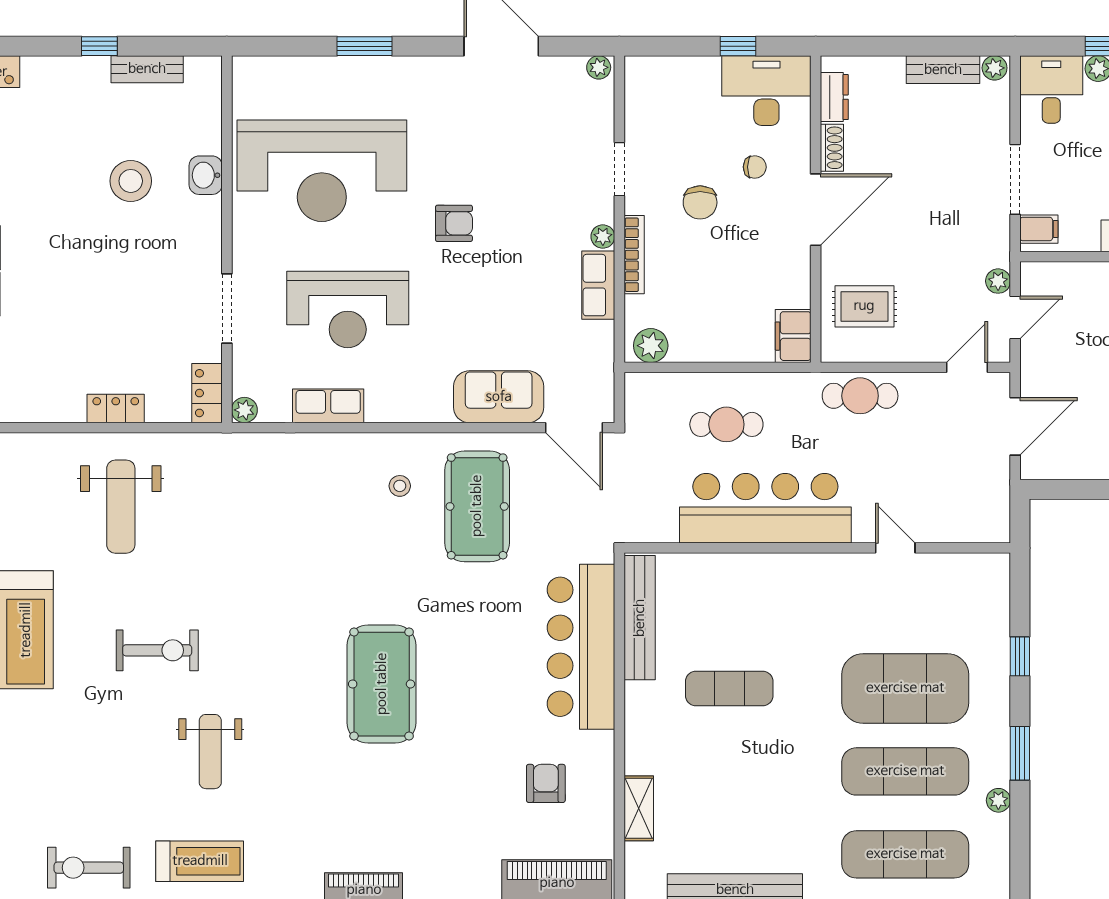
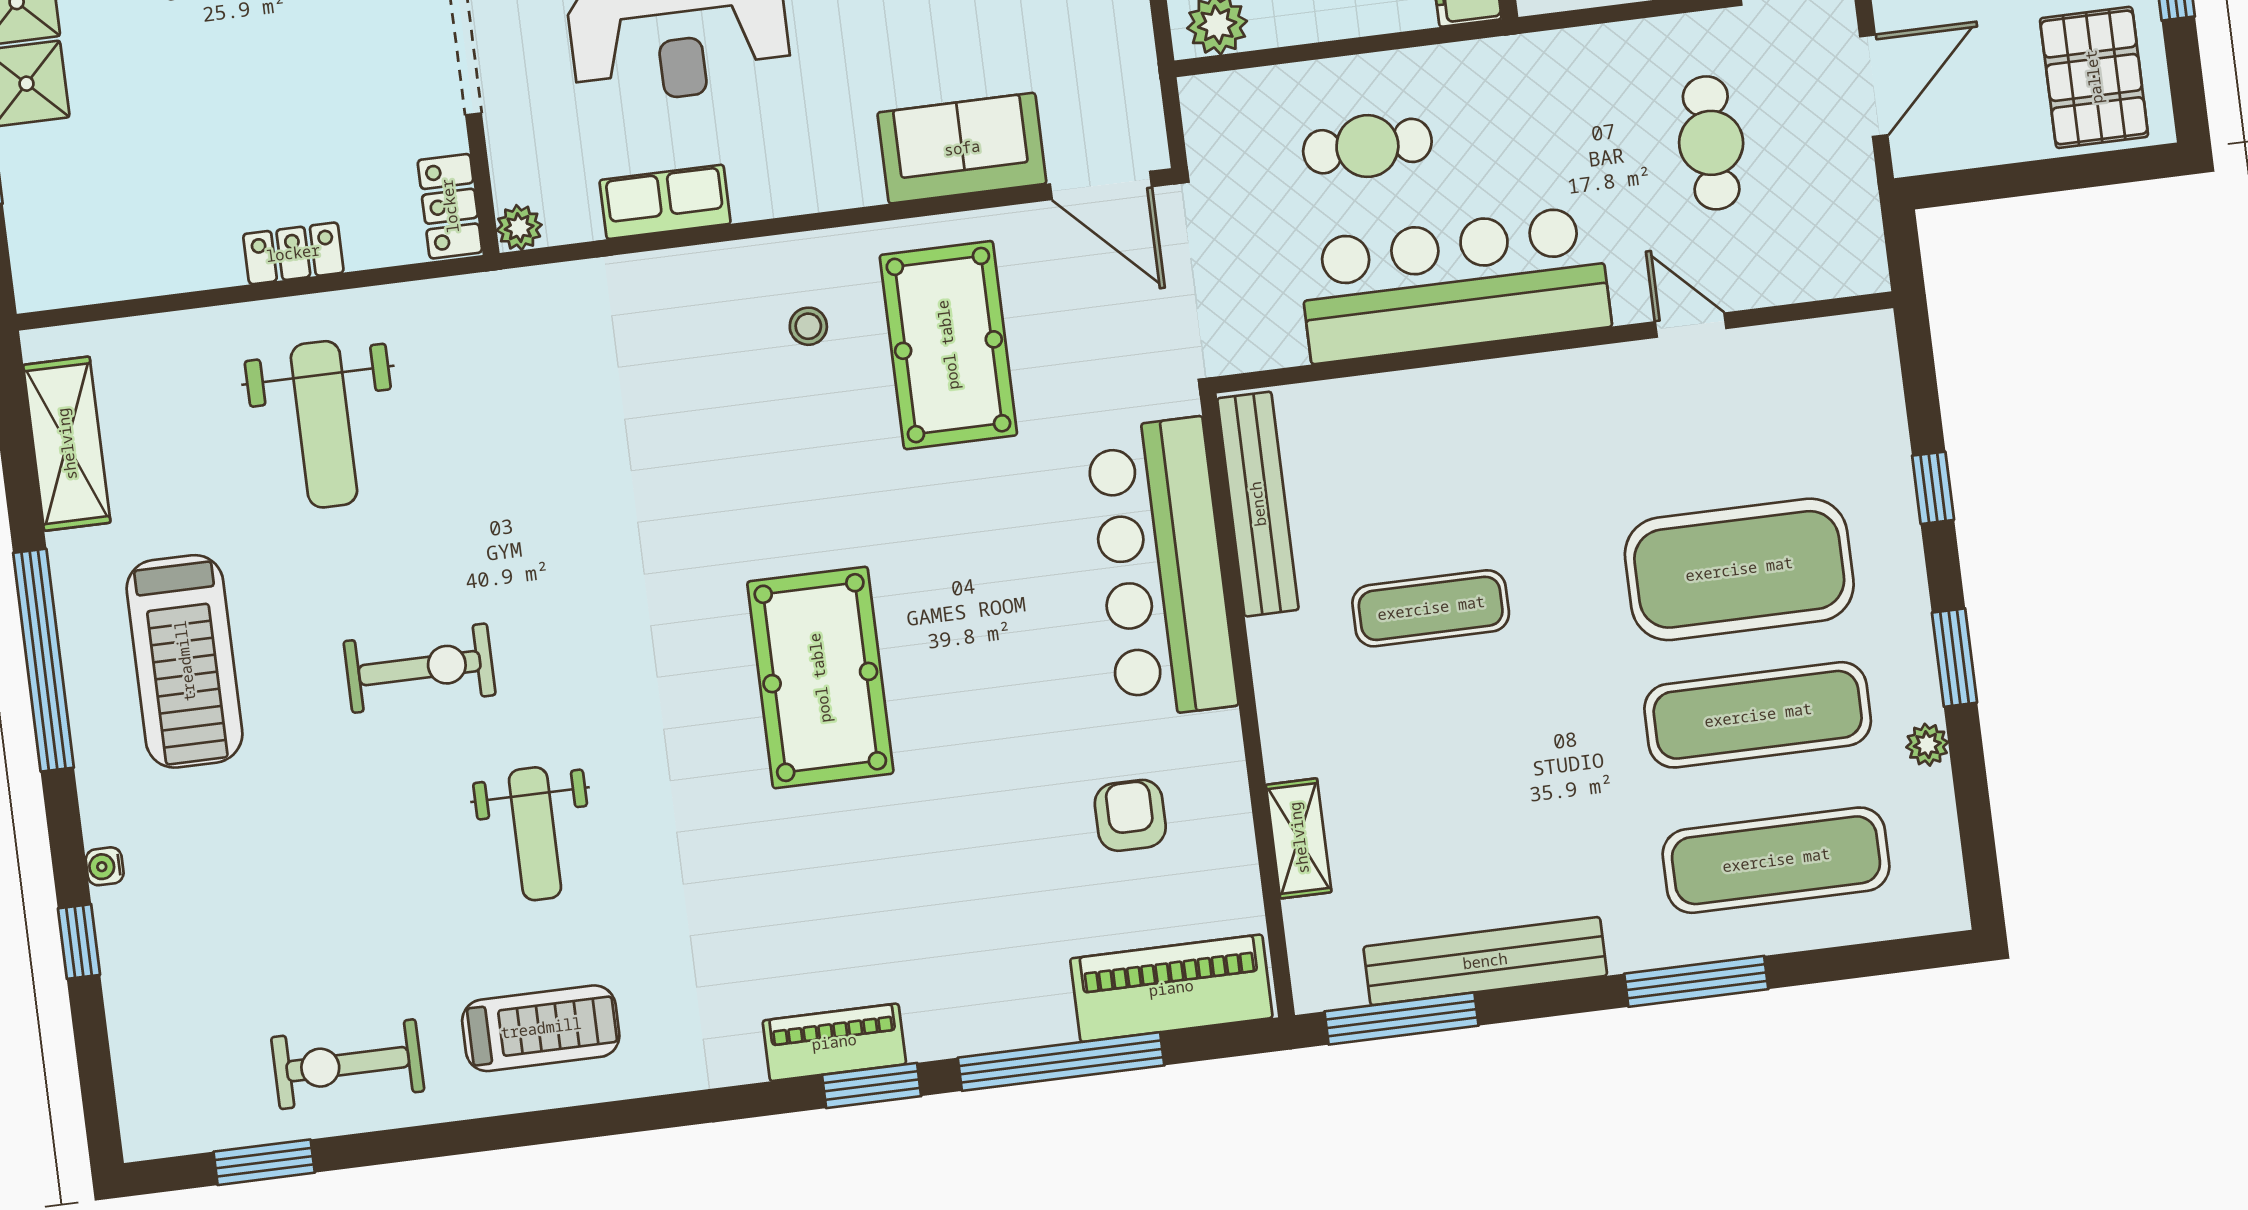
cafe table: (860, 396) -> (1711, 143), moved, turned 90

